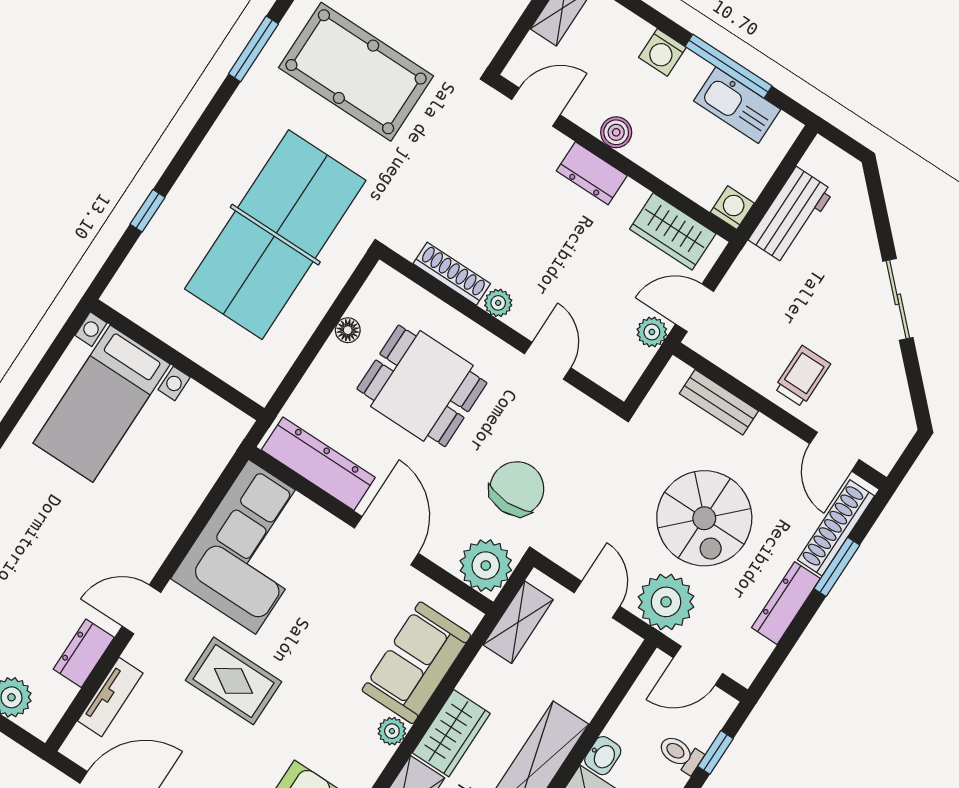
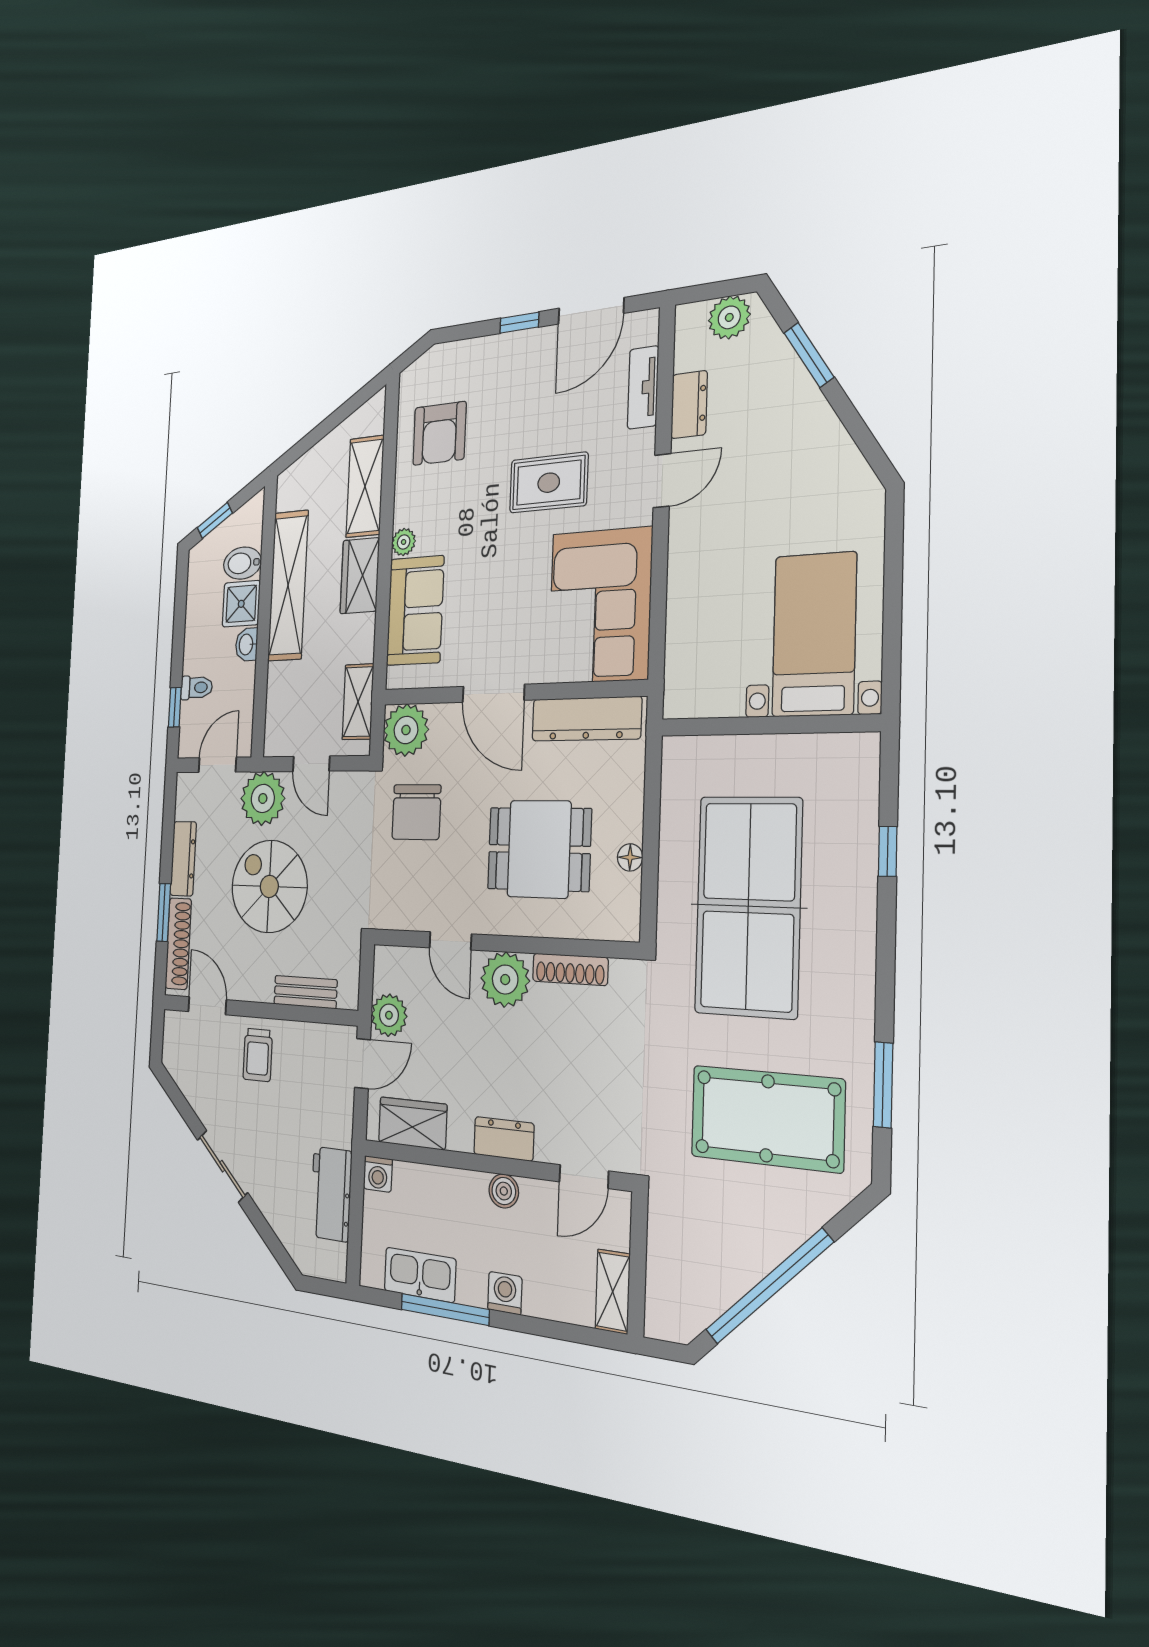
plant: (498, 303) -> (505, 980), width x1.88, depth x1.88
plant: (652, 332) -> (389, 1015), width x1.38, depth x1.38

